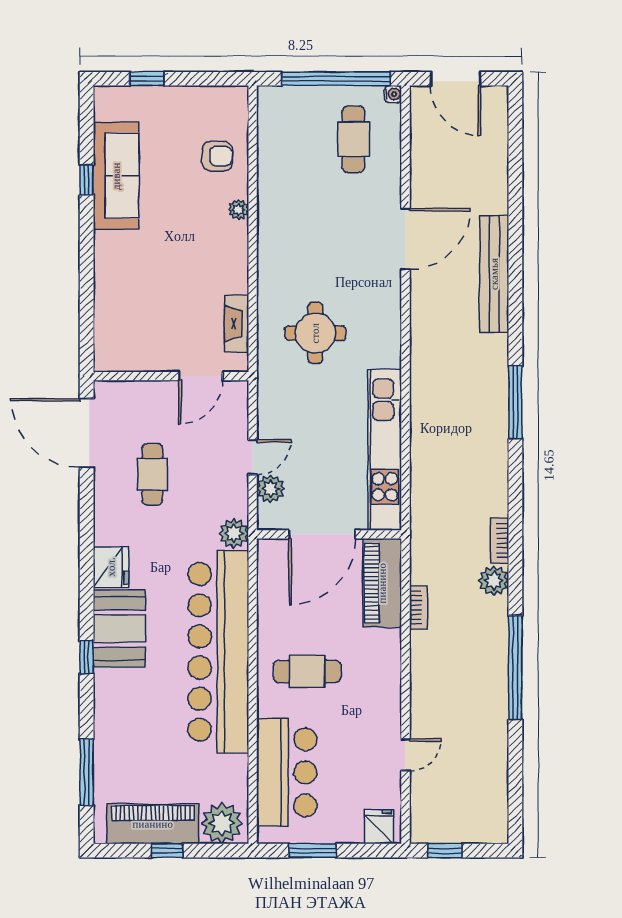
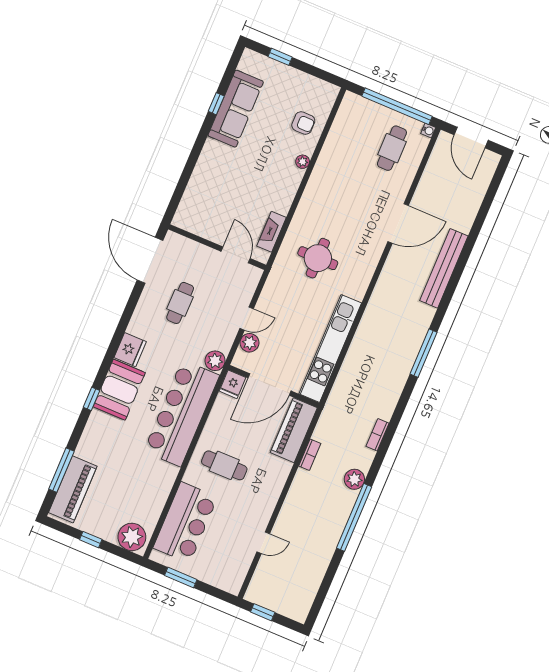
door: (201, 376) -> (236, 255), swing flipped
plant: (494, 581) -> (354, 479), moved
bar counter: (218, 652) -> (182, 413), width x0.73
piano: (153, 824) -> (73, 489), moved, turned 90
fridge: (379, 827) -> (233, 384), moved, turned 180

